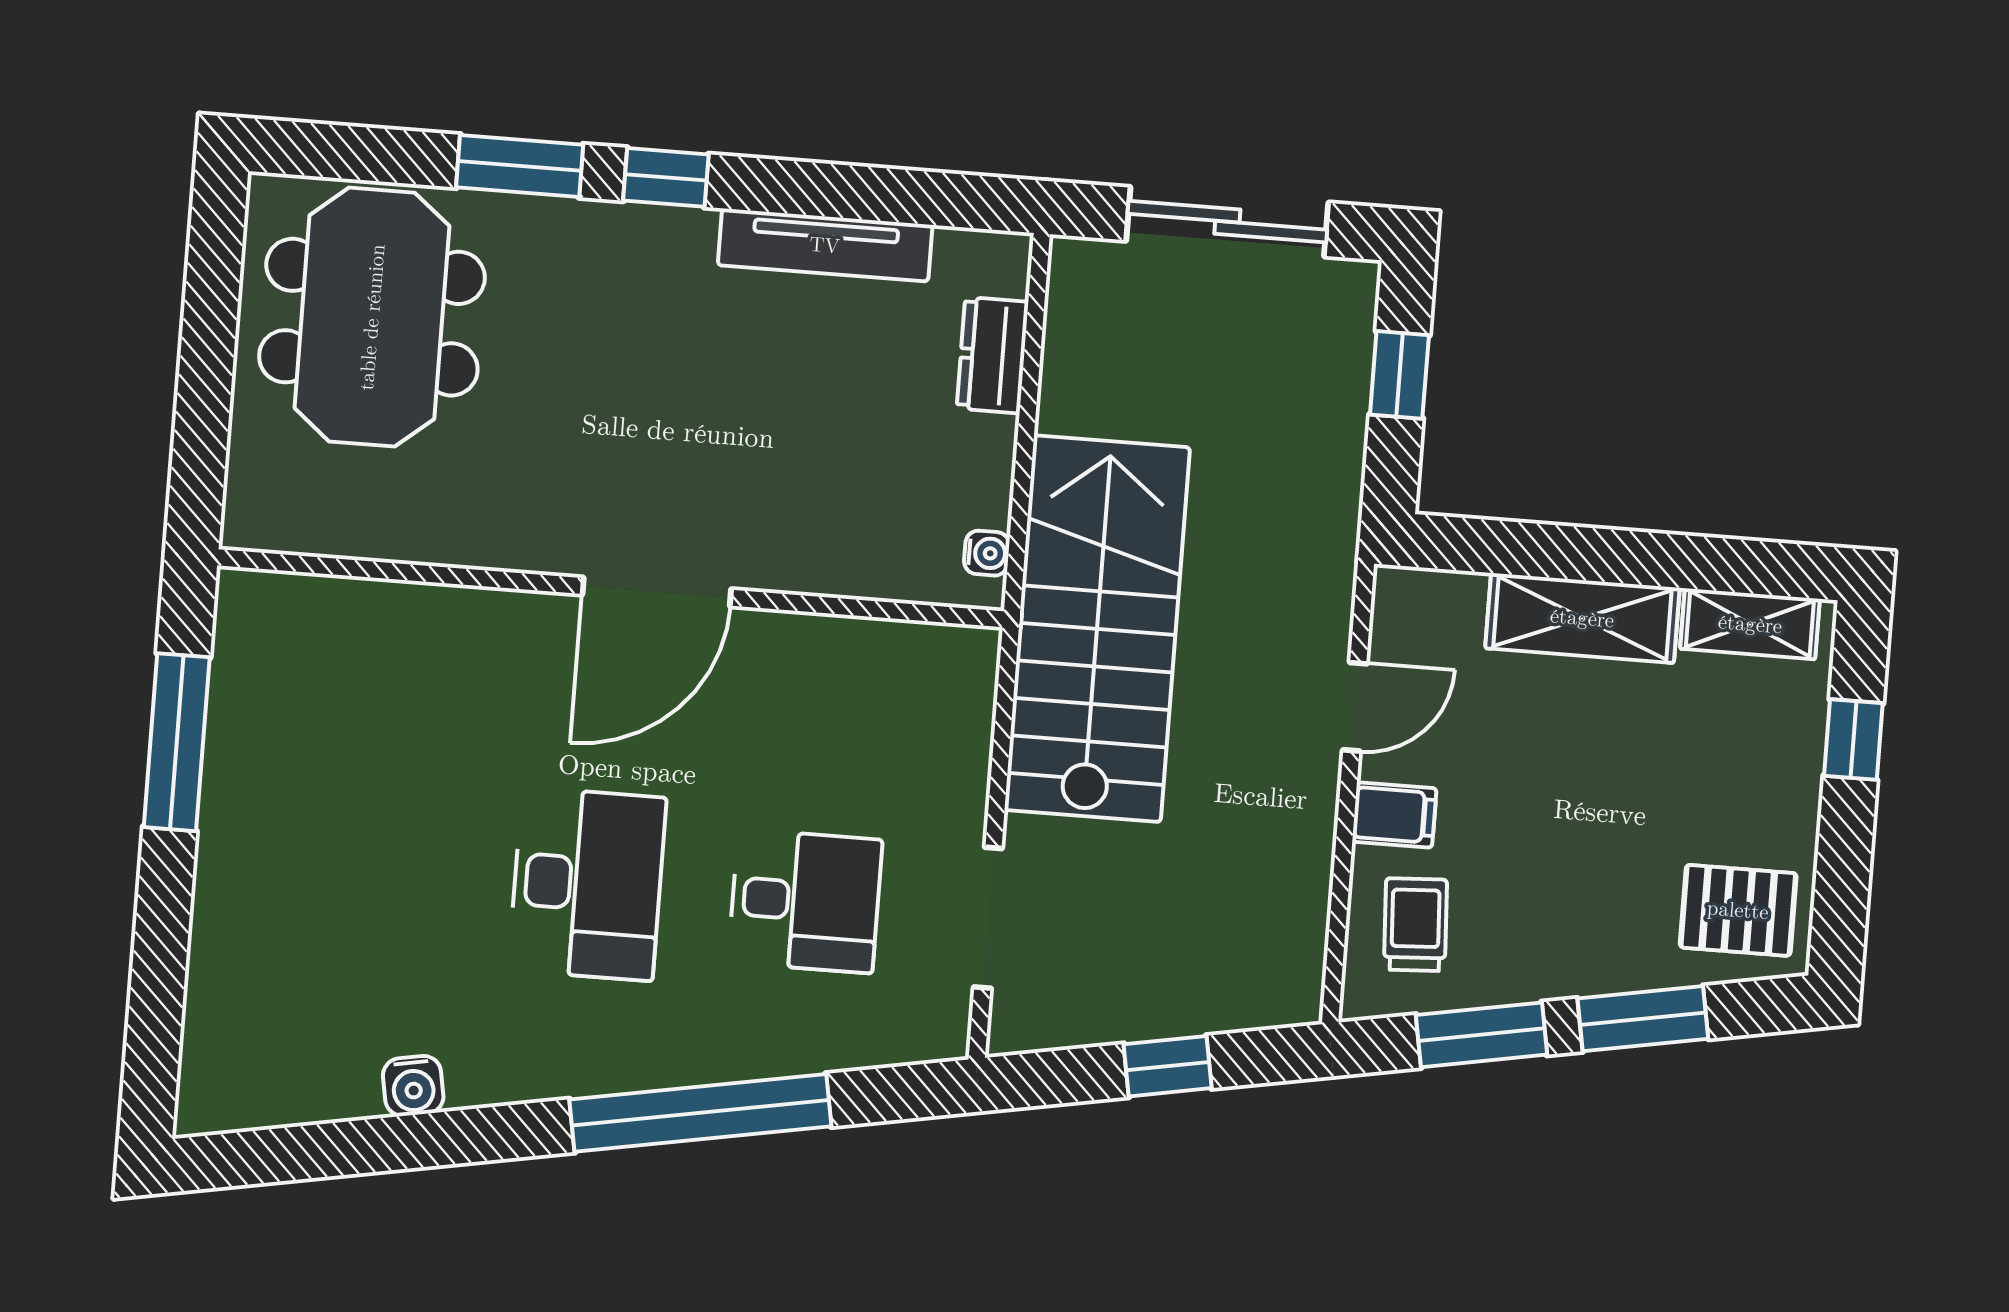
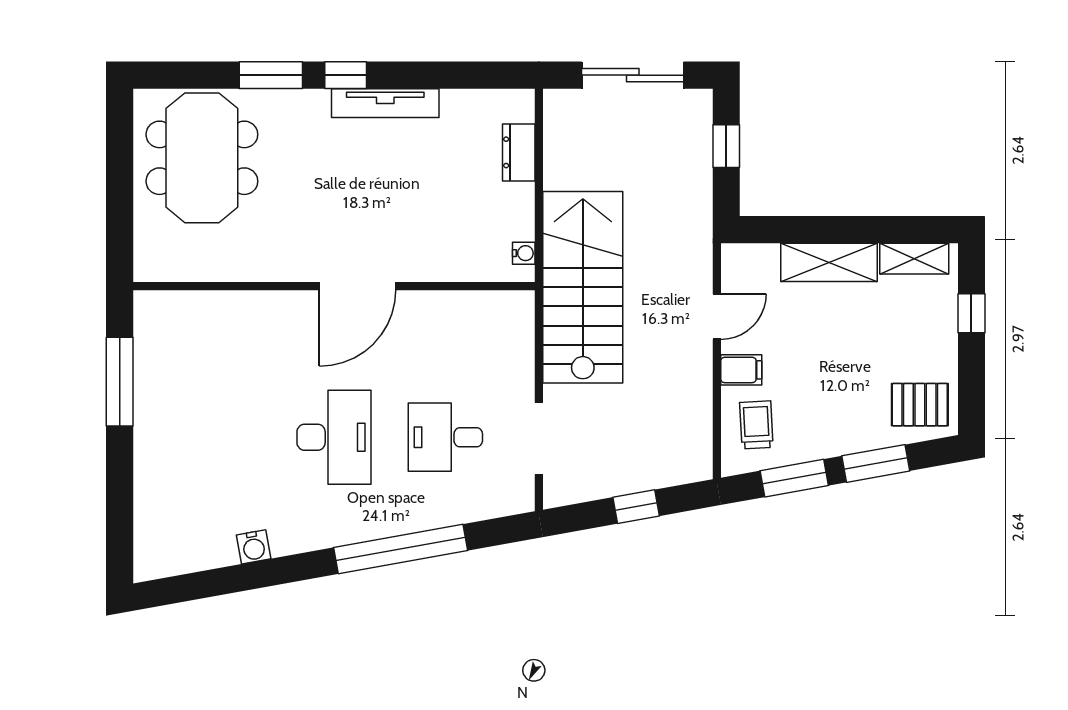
tv unit: (825, 245) -> (385, 103), moved
desk: (805, 901) -> (445, 437), turned 180

